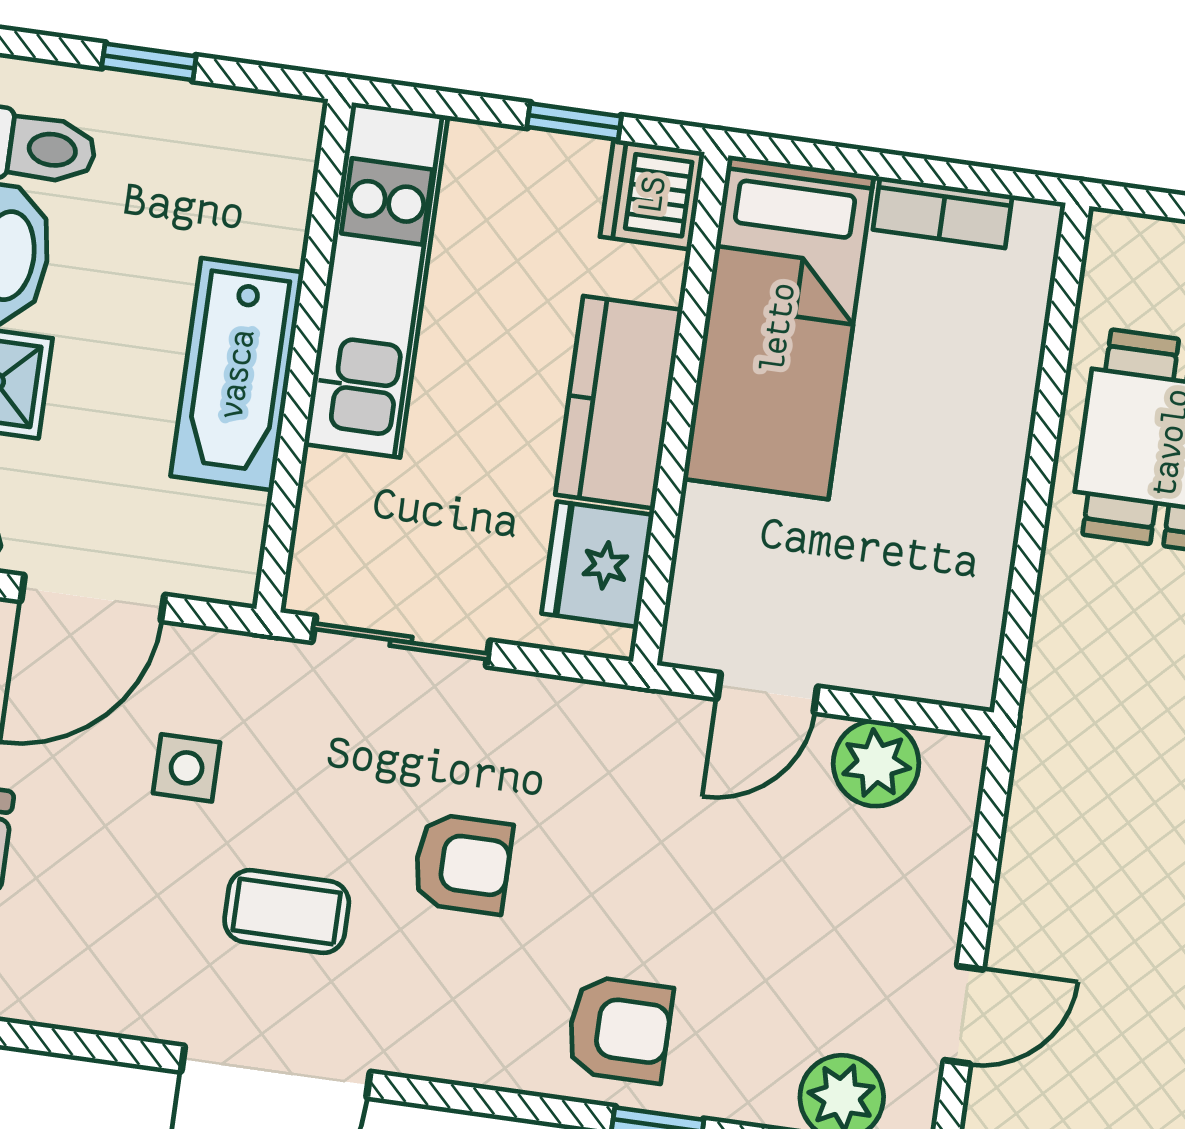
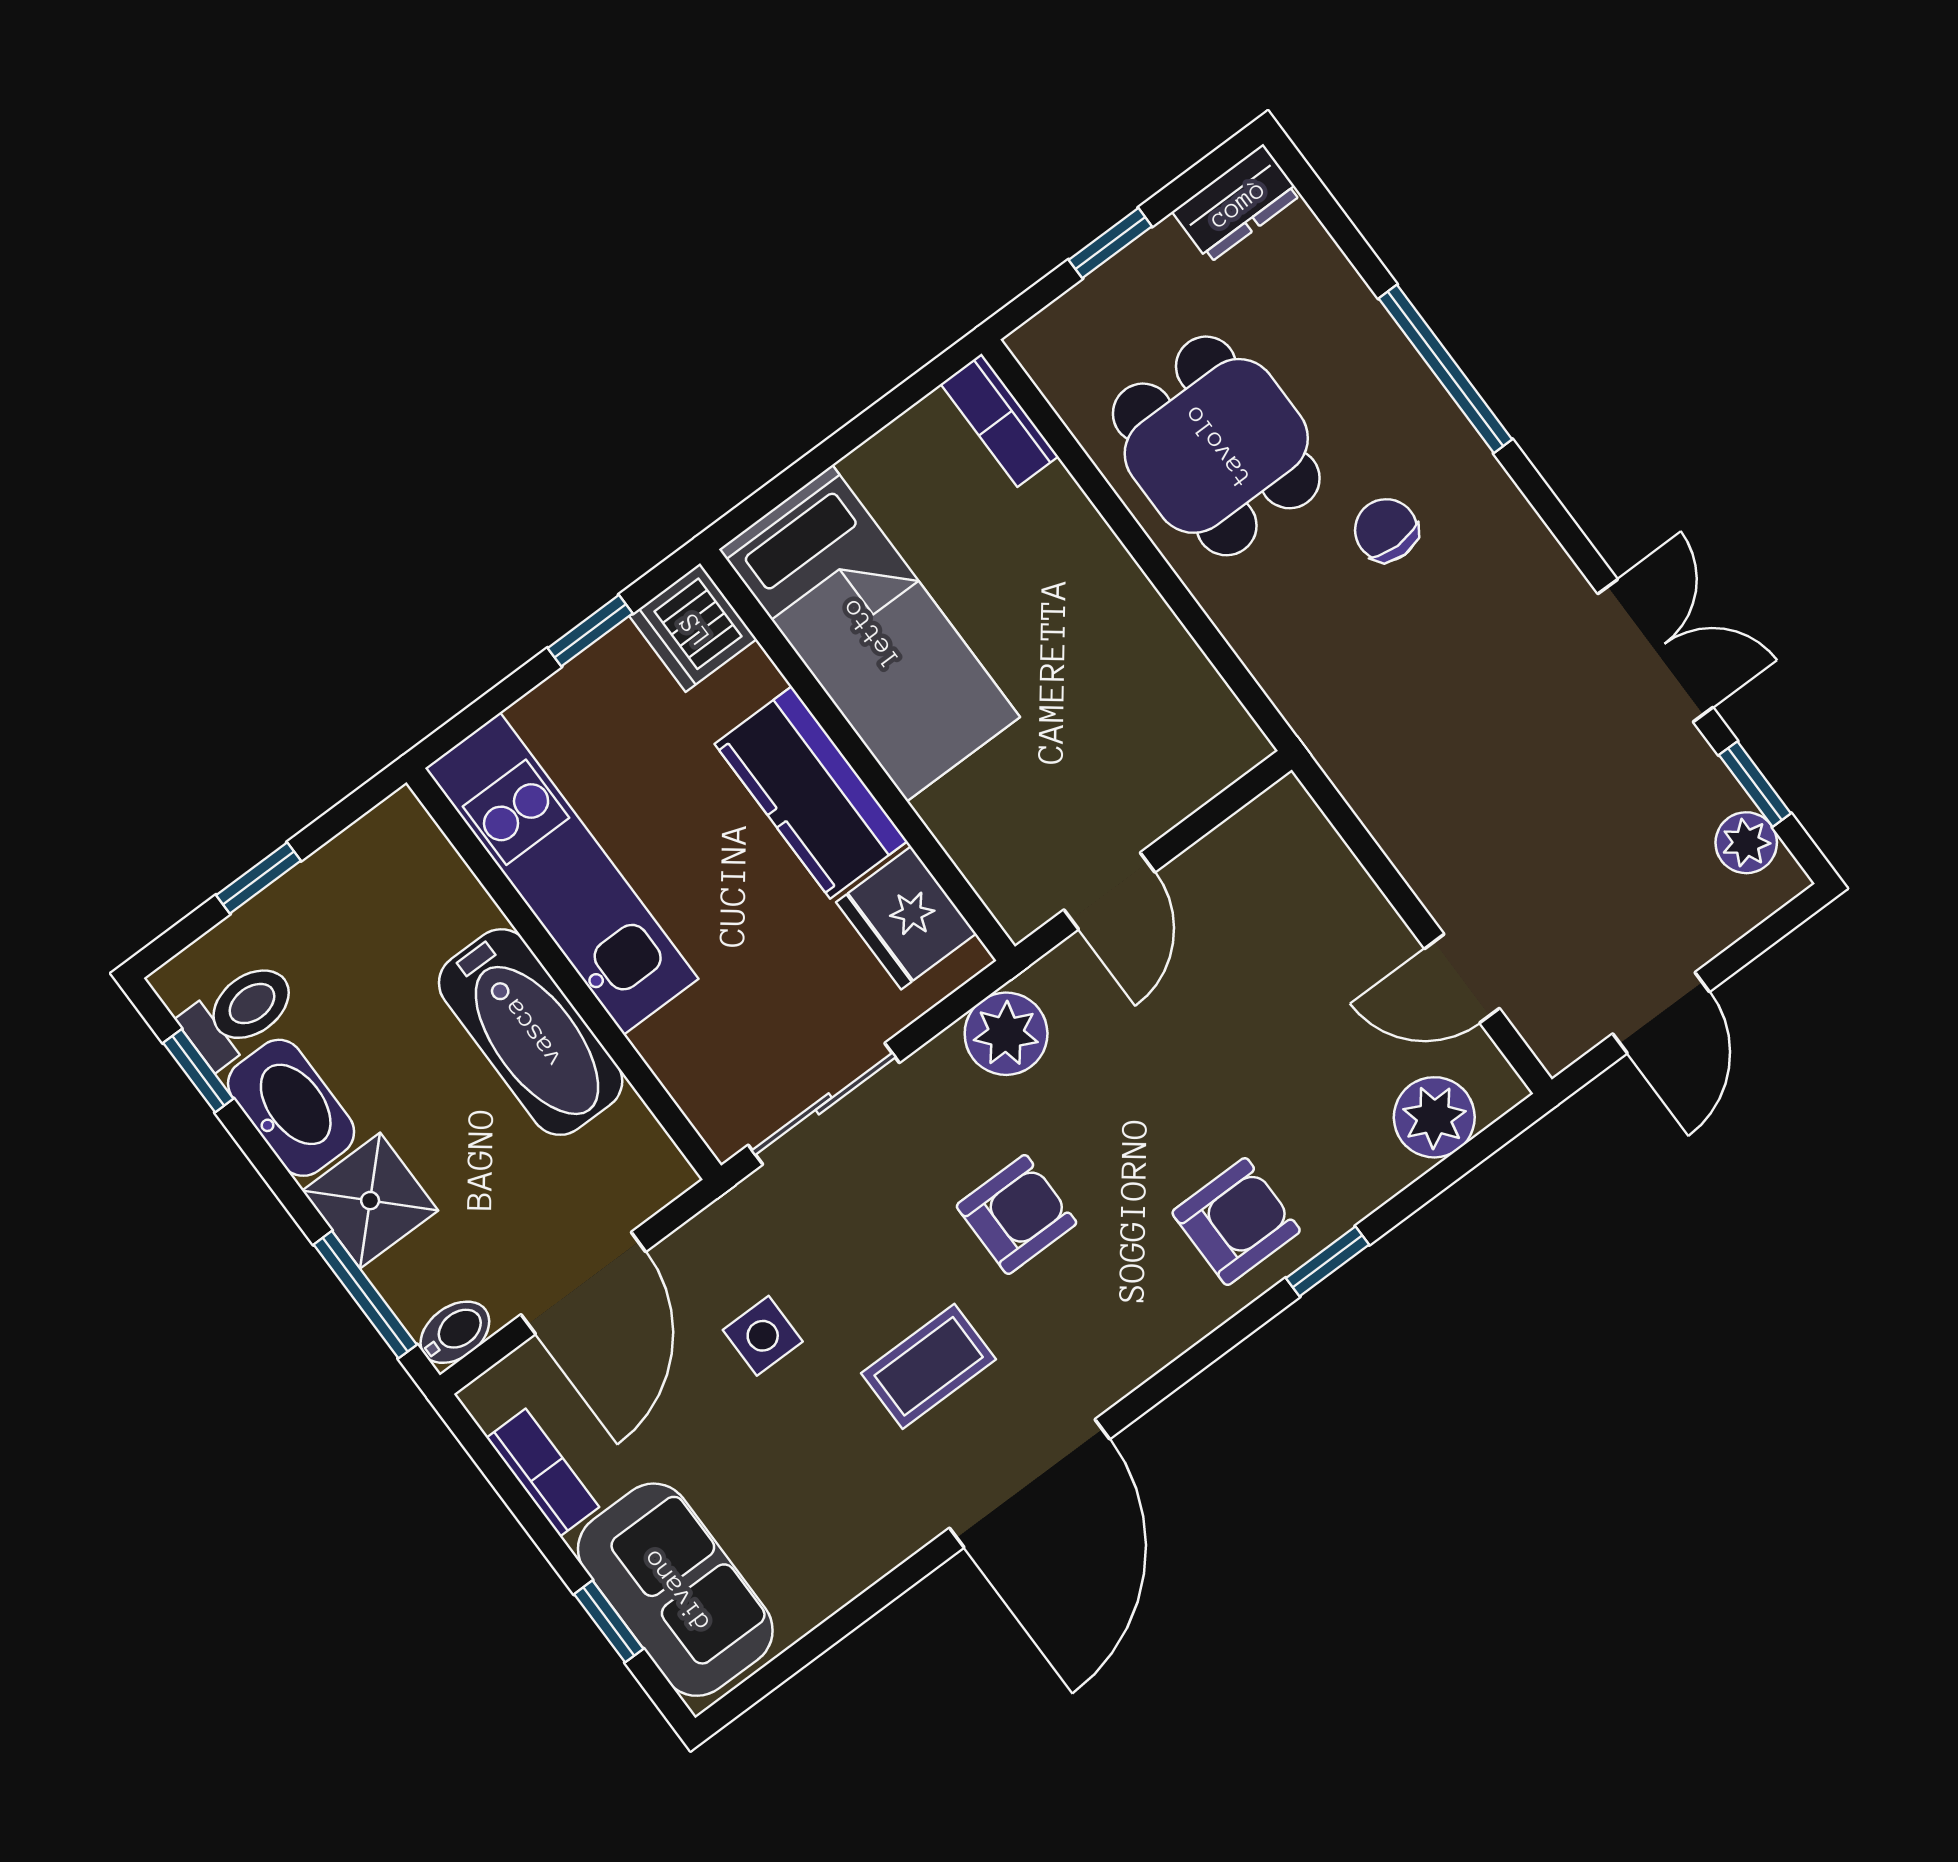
bookcase: (943, 212) -> (999, 420), moved, turned 90
plant: (876, 763) -> (1006, 1034), moved
door: (964, 1015) -> (1462, 978), swing flipped

